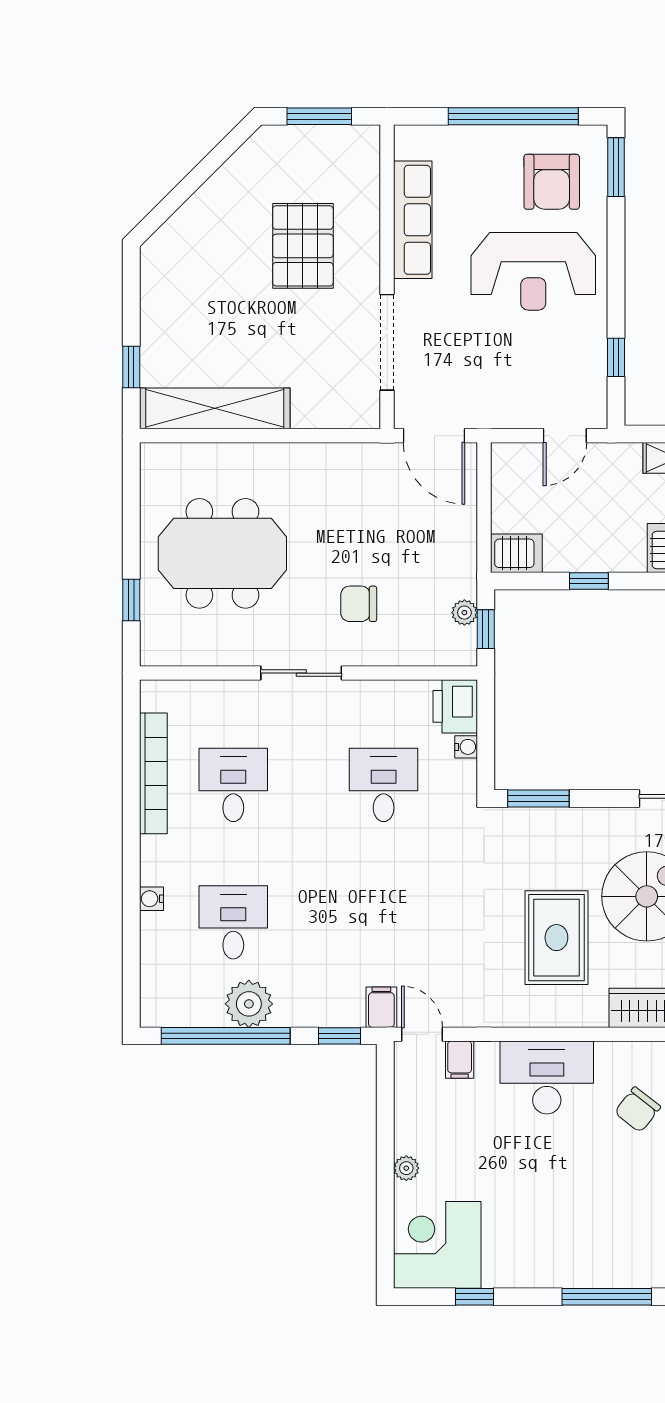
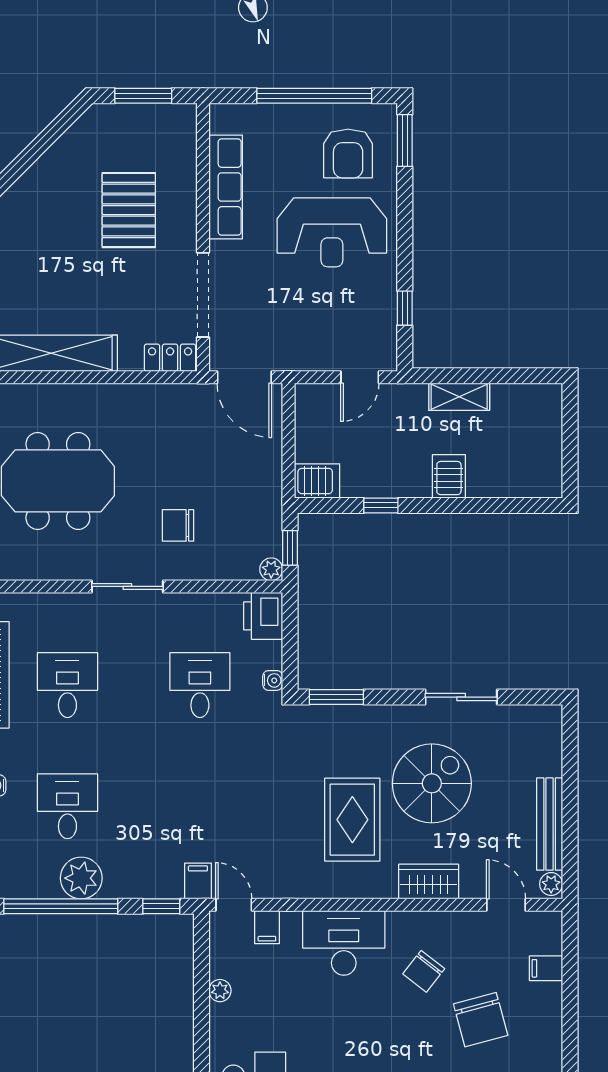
locker: (350, 413) -> (170, 358), added
plant: (464, 613) -> (271, 569), moved
water cooler: (466, 747) -> (273, 680), moved
plant: (406, 1168) -> (220, 991), moved

